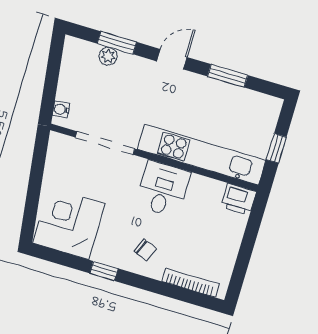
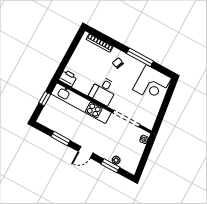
window: (104, 271) -> (140, 57), width x2.17

